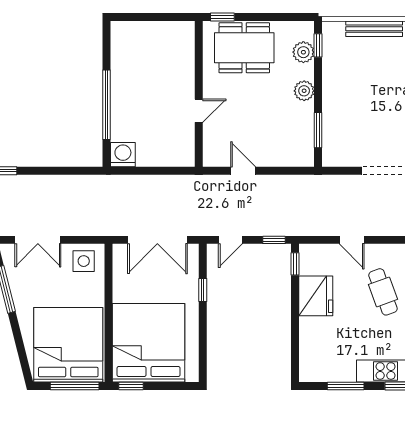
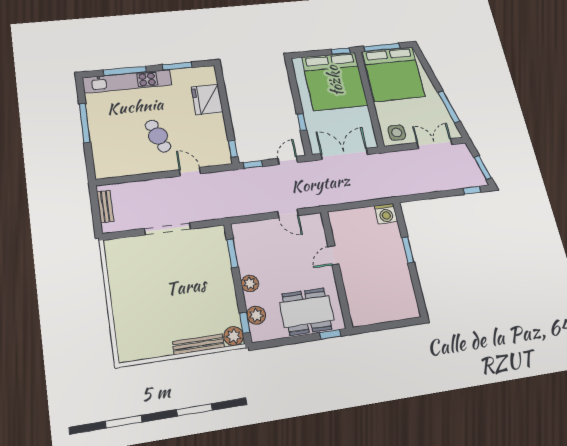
plant: (333, 32) -> (234, 336), added
window: (107, 105) -> (408, 250), width x0.47
fridge: (316, 296) -> (207, 99), moved

